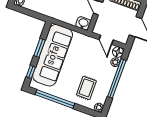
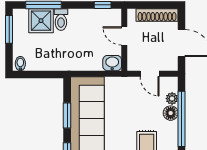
floor lamp: (118, 52) -> (171, 113), moved

